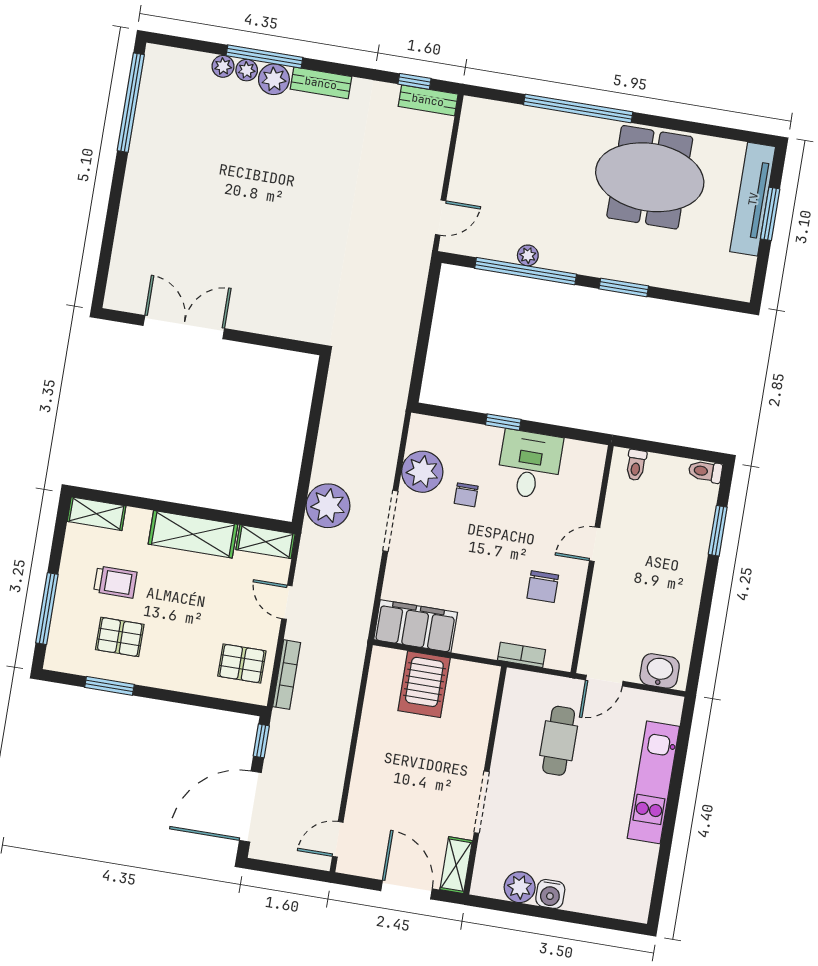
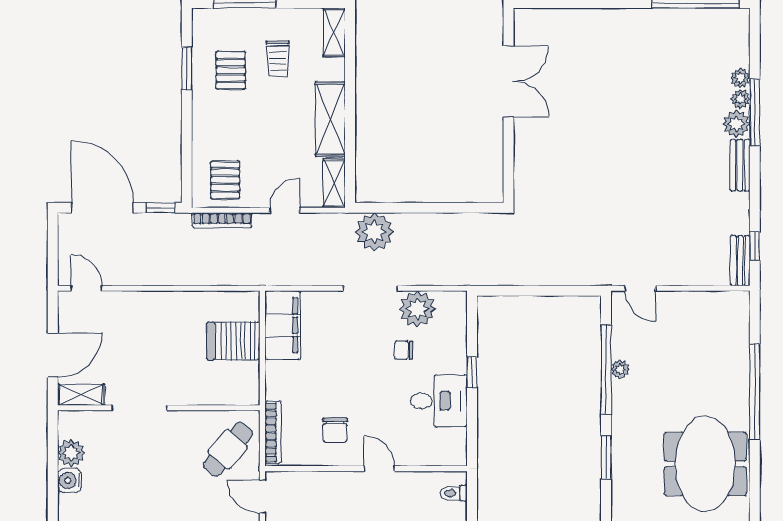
chair: (543, 587) -> (335, 430), turned -90
bookcase: (522, 655) -> (273, 433), width x1.56
cafe table: (559, 741) -> (228, 449), moved, turned -50

